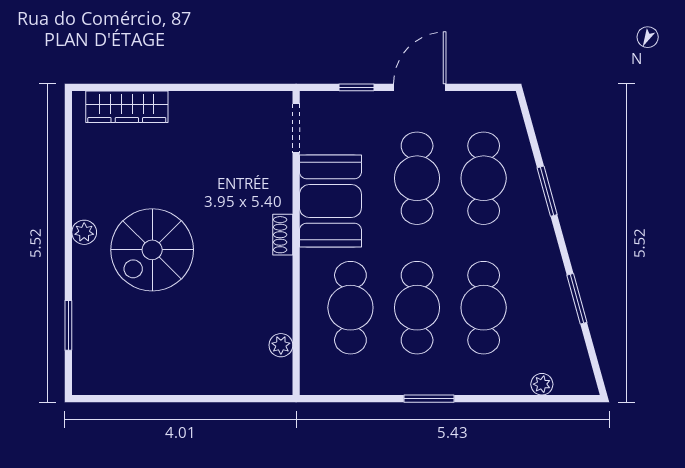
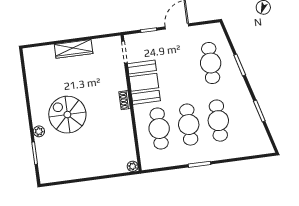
wardrobe: (127, 107) -> (74, 49), moved
cafe table: (417, 178) -> (181, 67), removed
plant: (84, 232) -> (39, 131), moved
spiral stairs: (152, 250) -> (67, 115), turned 90
plant: (281, 345) -> (133, 166), moved
plant: (542, 384) -> (249, 151), removed

